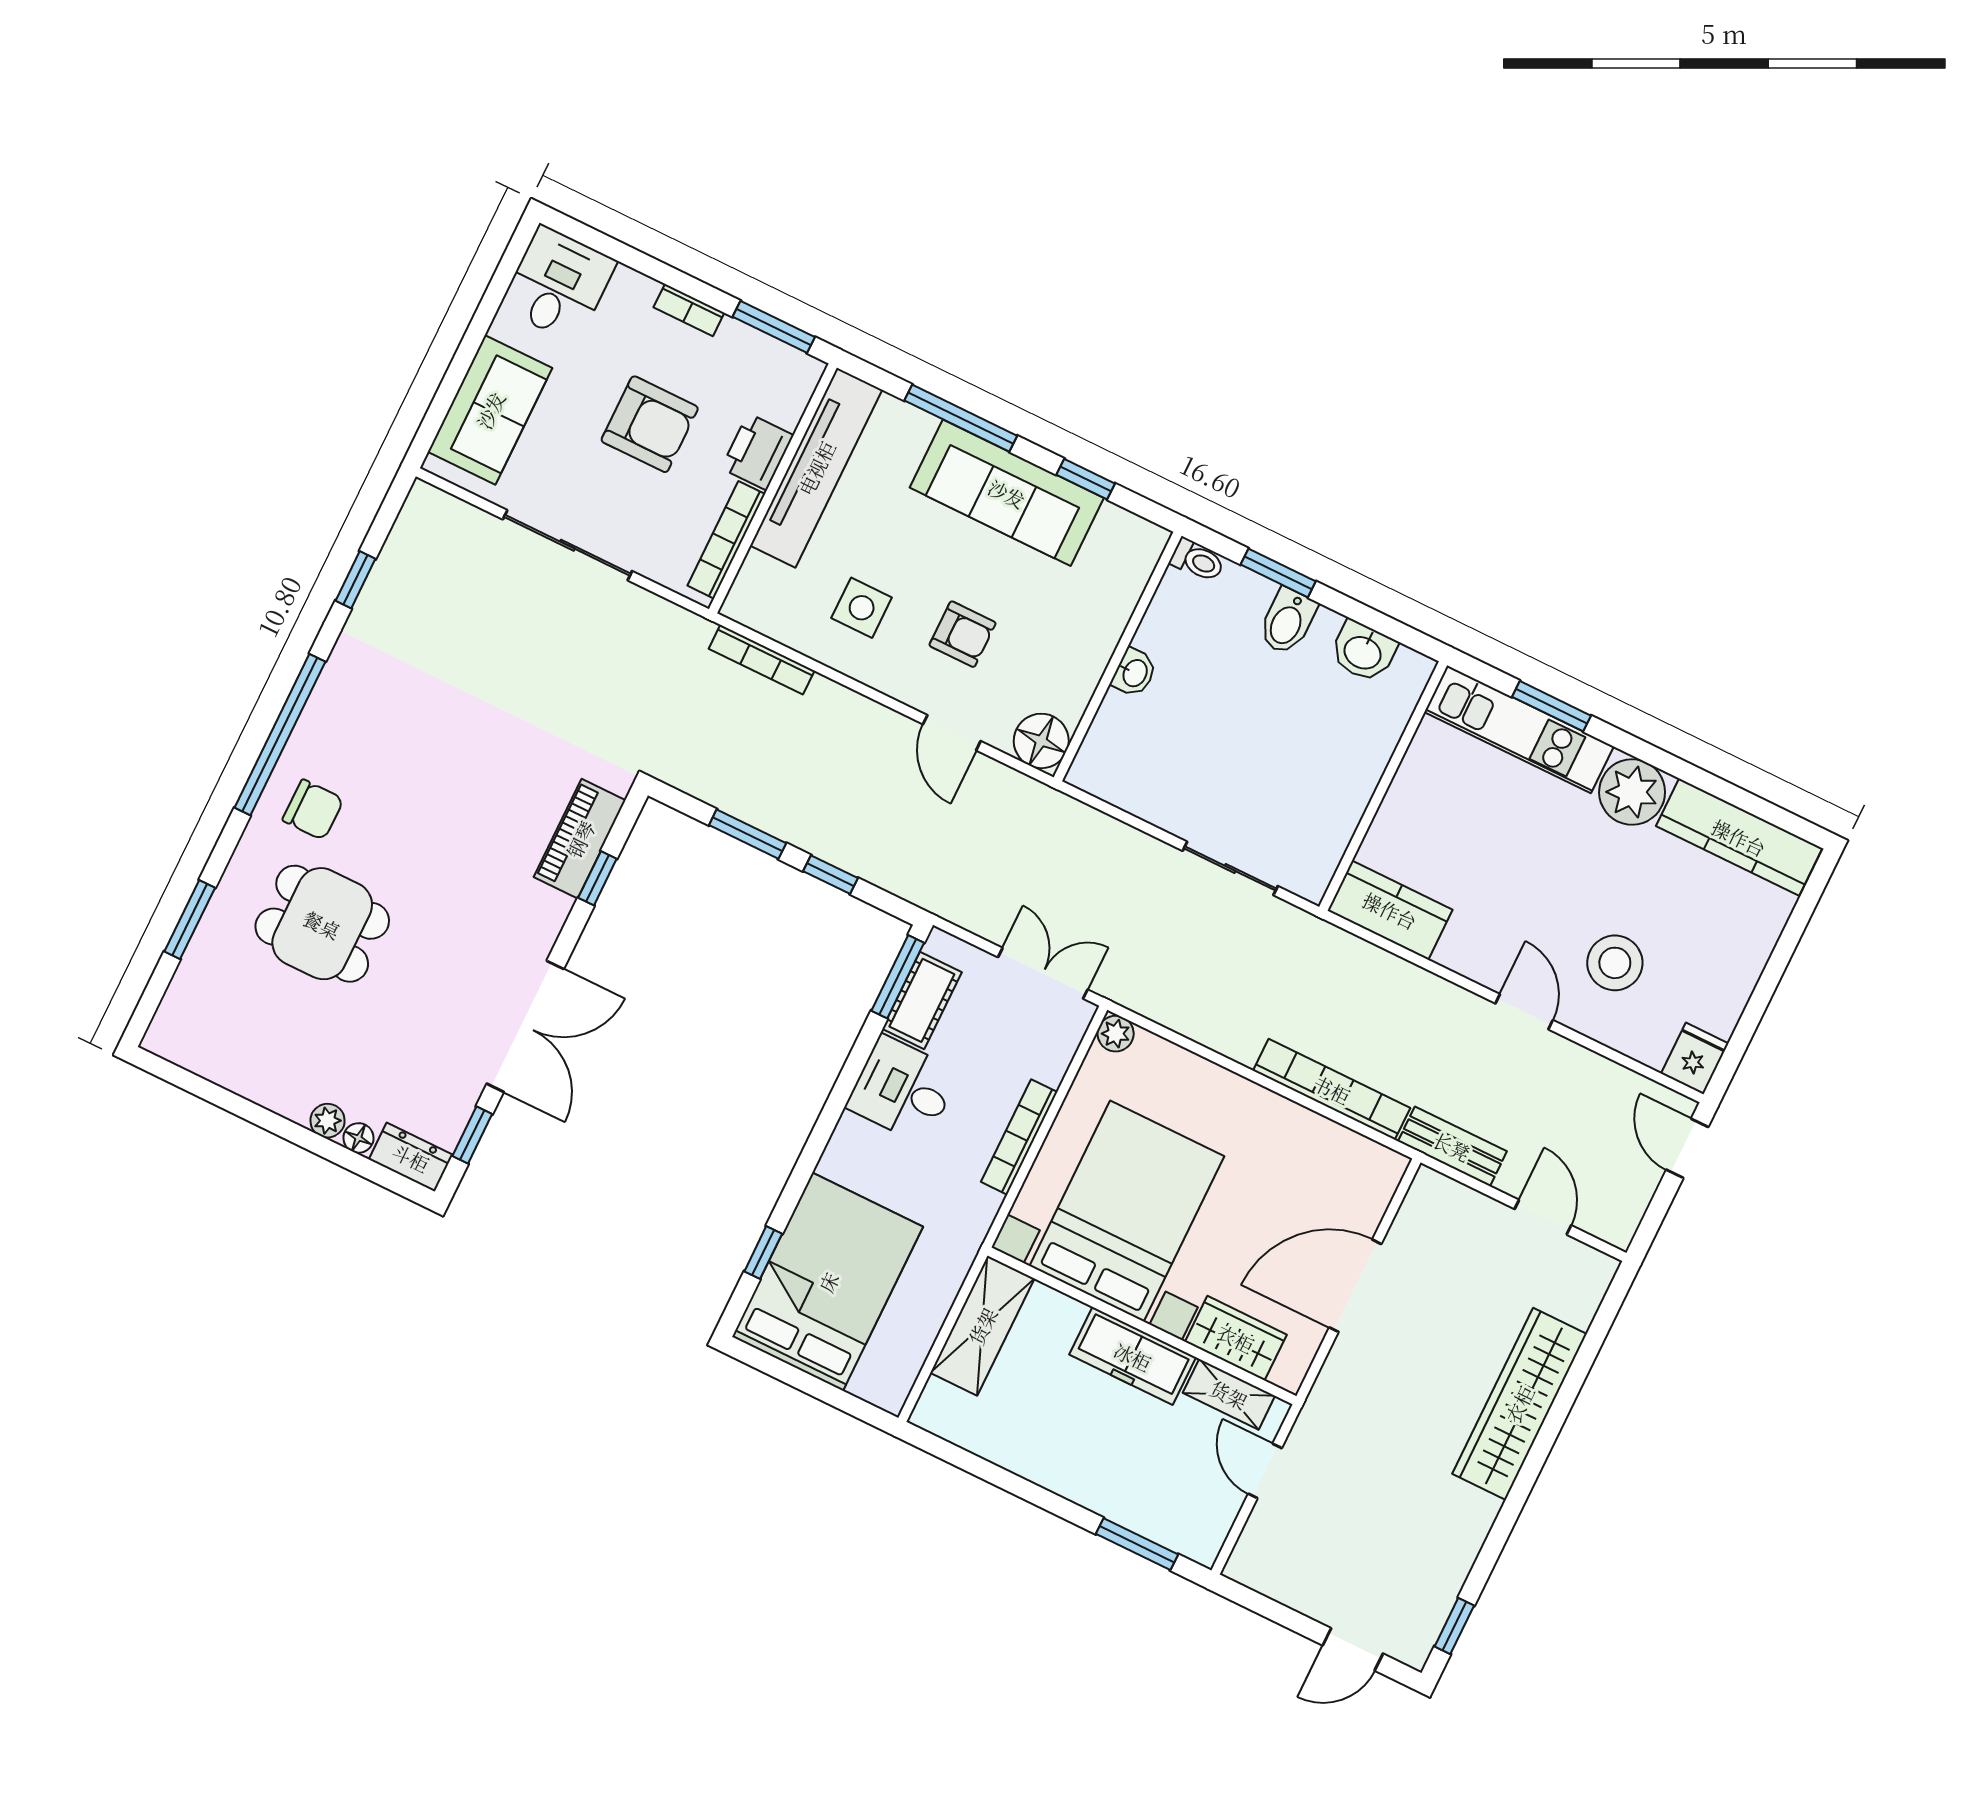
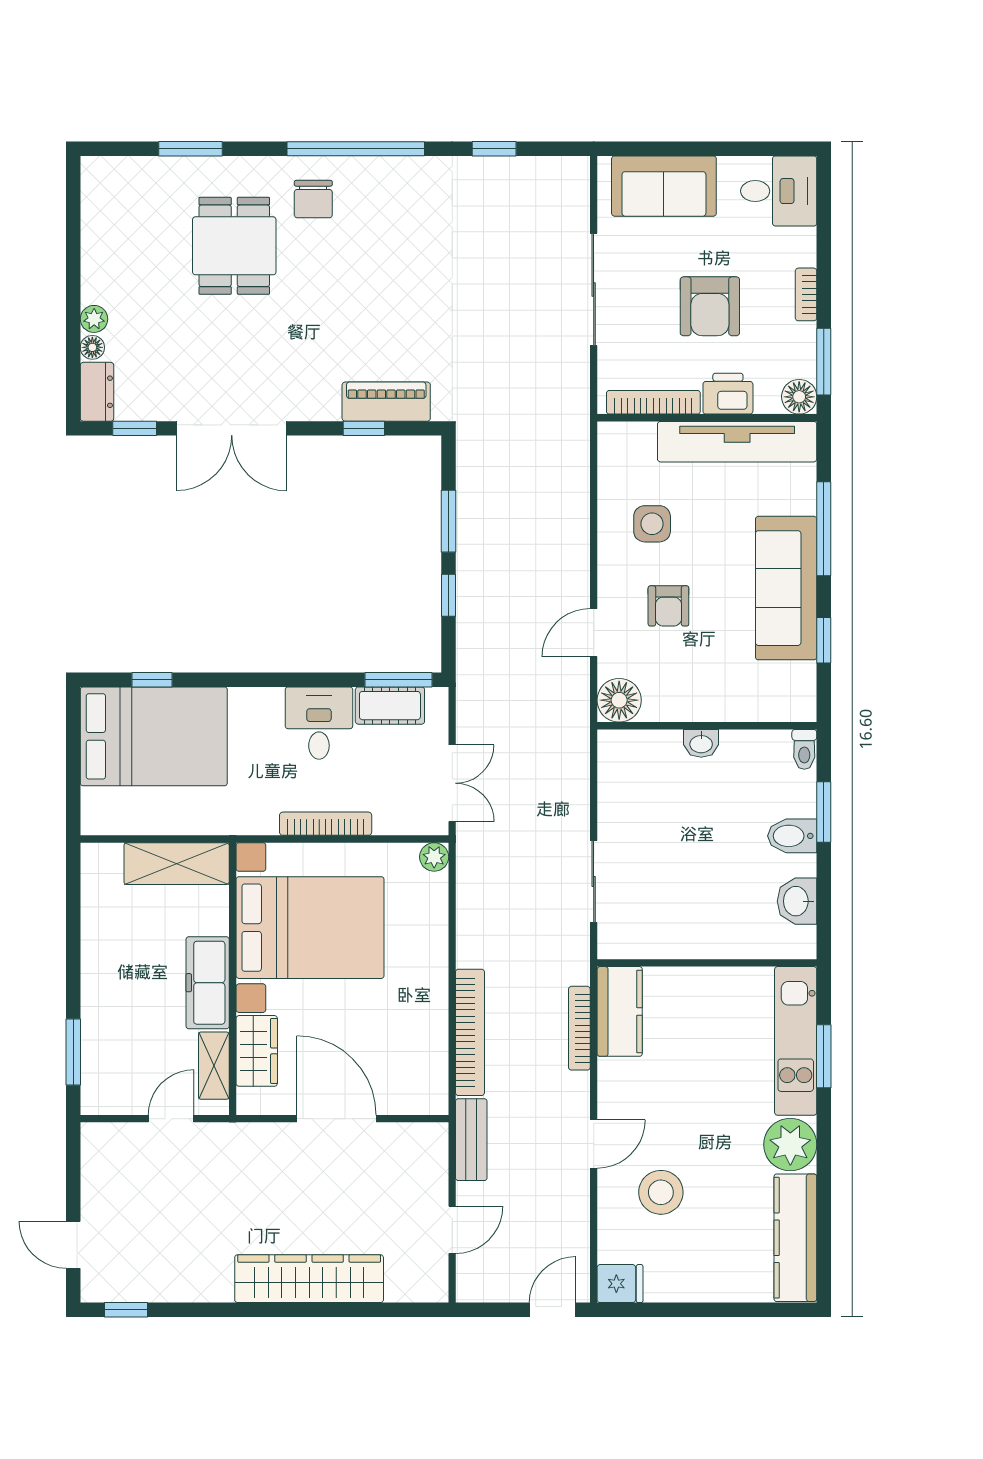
floor lamp: (800, 374) -> (799, 397), added
bookcase: (762, 660) -> (579, 1028), moved

